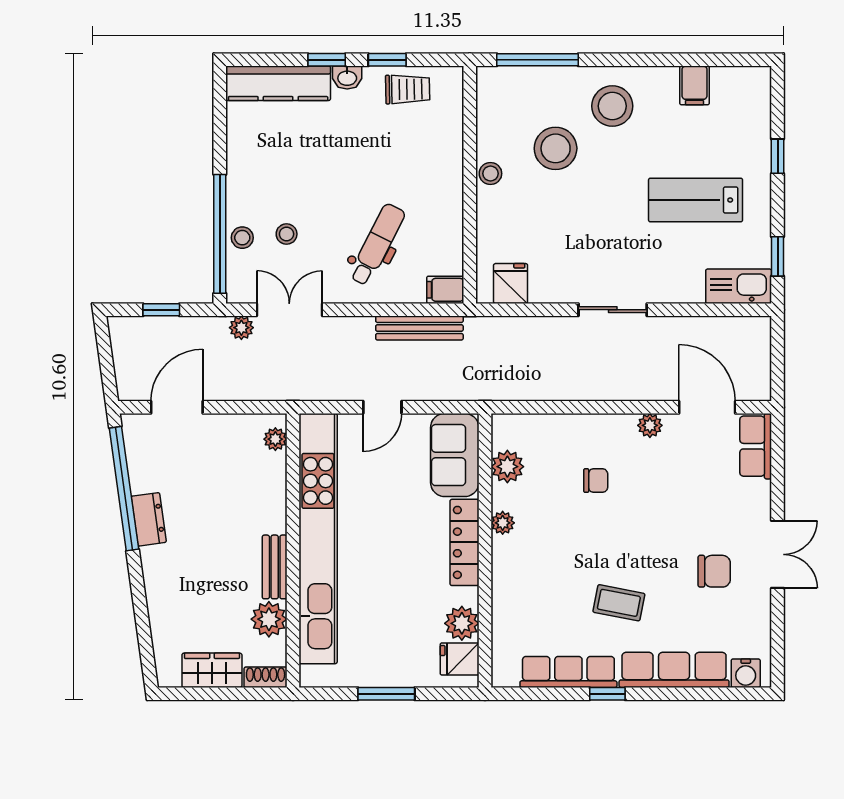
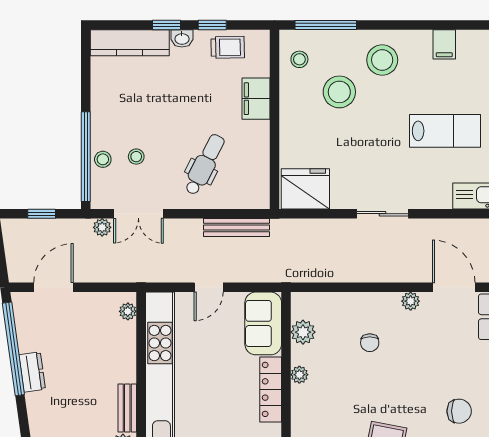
stool: (490, 174) -> (299, 59), moved
lab bench: (696, 200) -> (445, 131), turned 180
fridge: (511, 283) -> (305, 189), width x1.88, depth x1.34
filing cabinet: (445, 290) -> (256, 99), moved, width x2.00
double door: (289, 310) -> (138, 214), swing flipped
chair: (596, 481) -> (370, 343), turned 90

